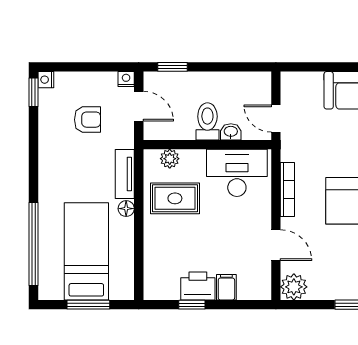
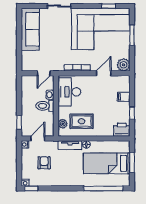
rug: (175, 198) -> (82, 121), turned 90
printer: (198, 286) -> (122, 130), moved, turned 90

